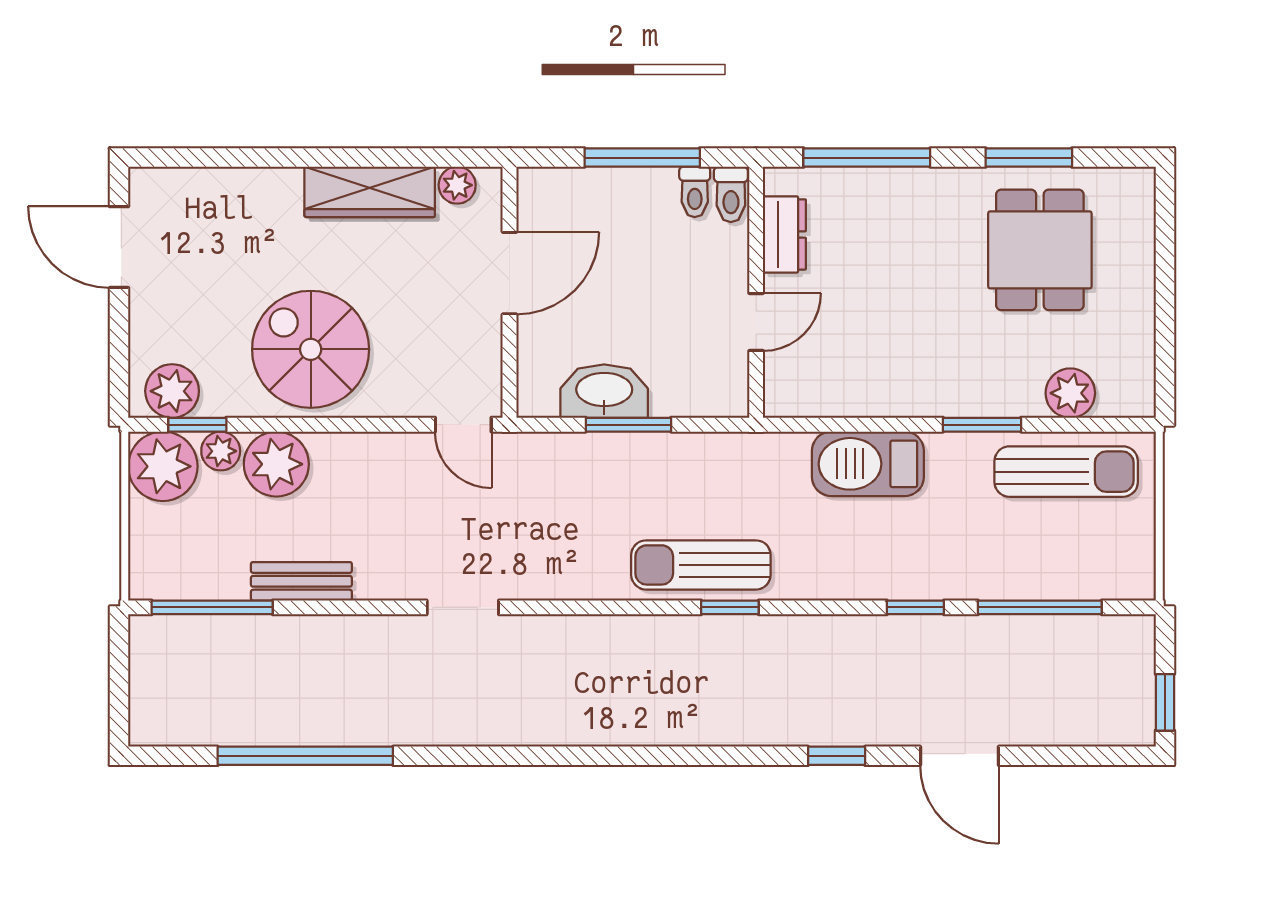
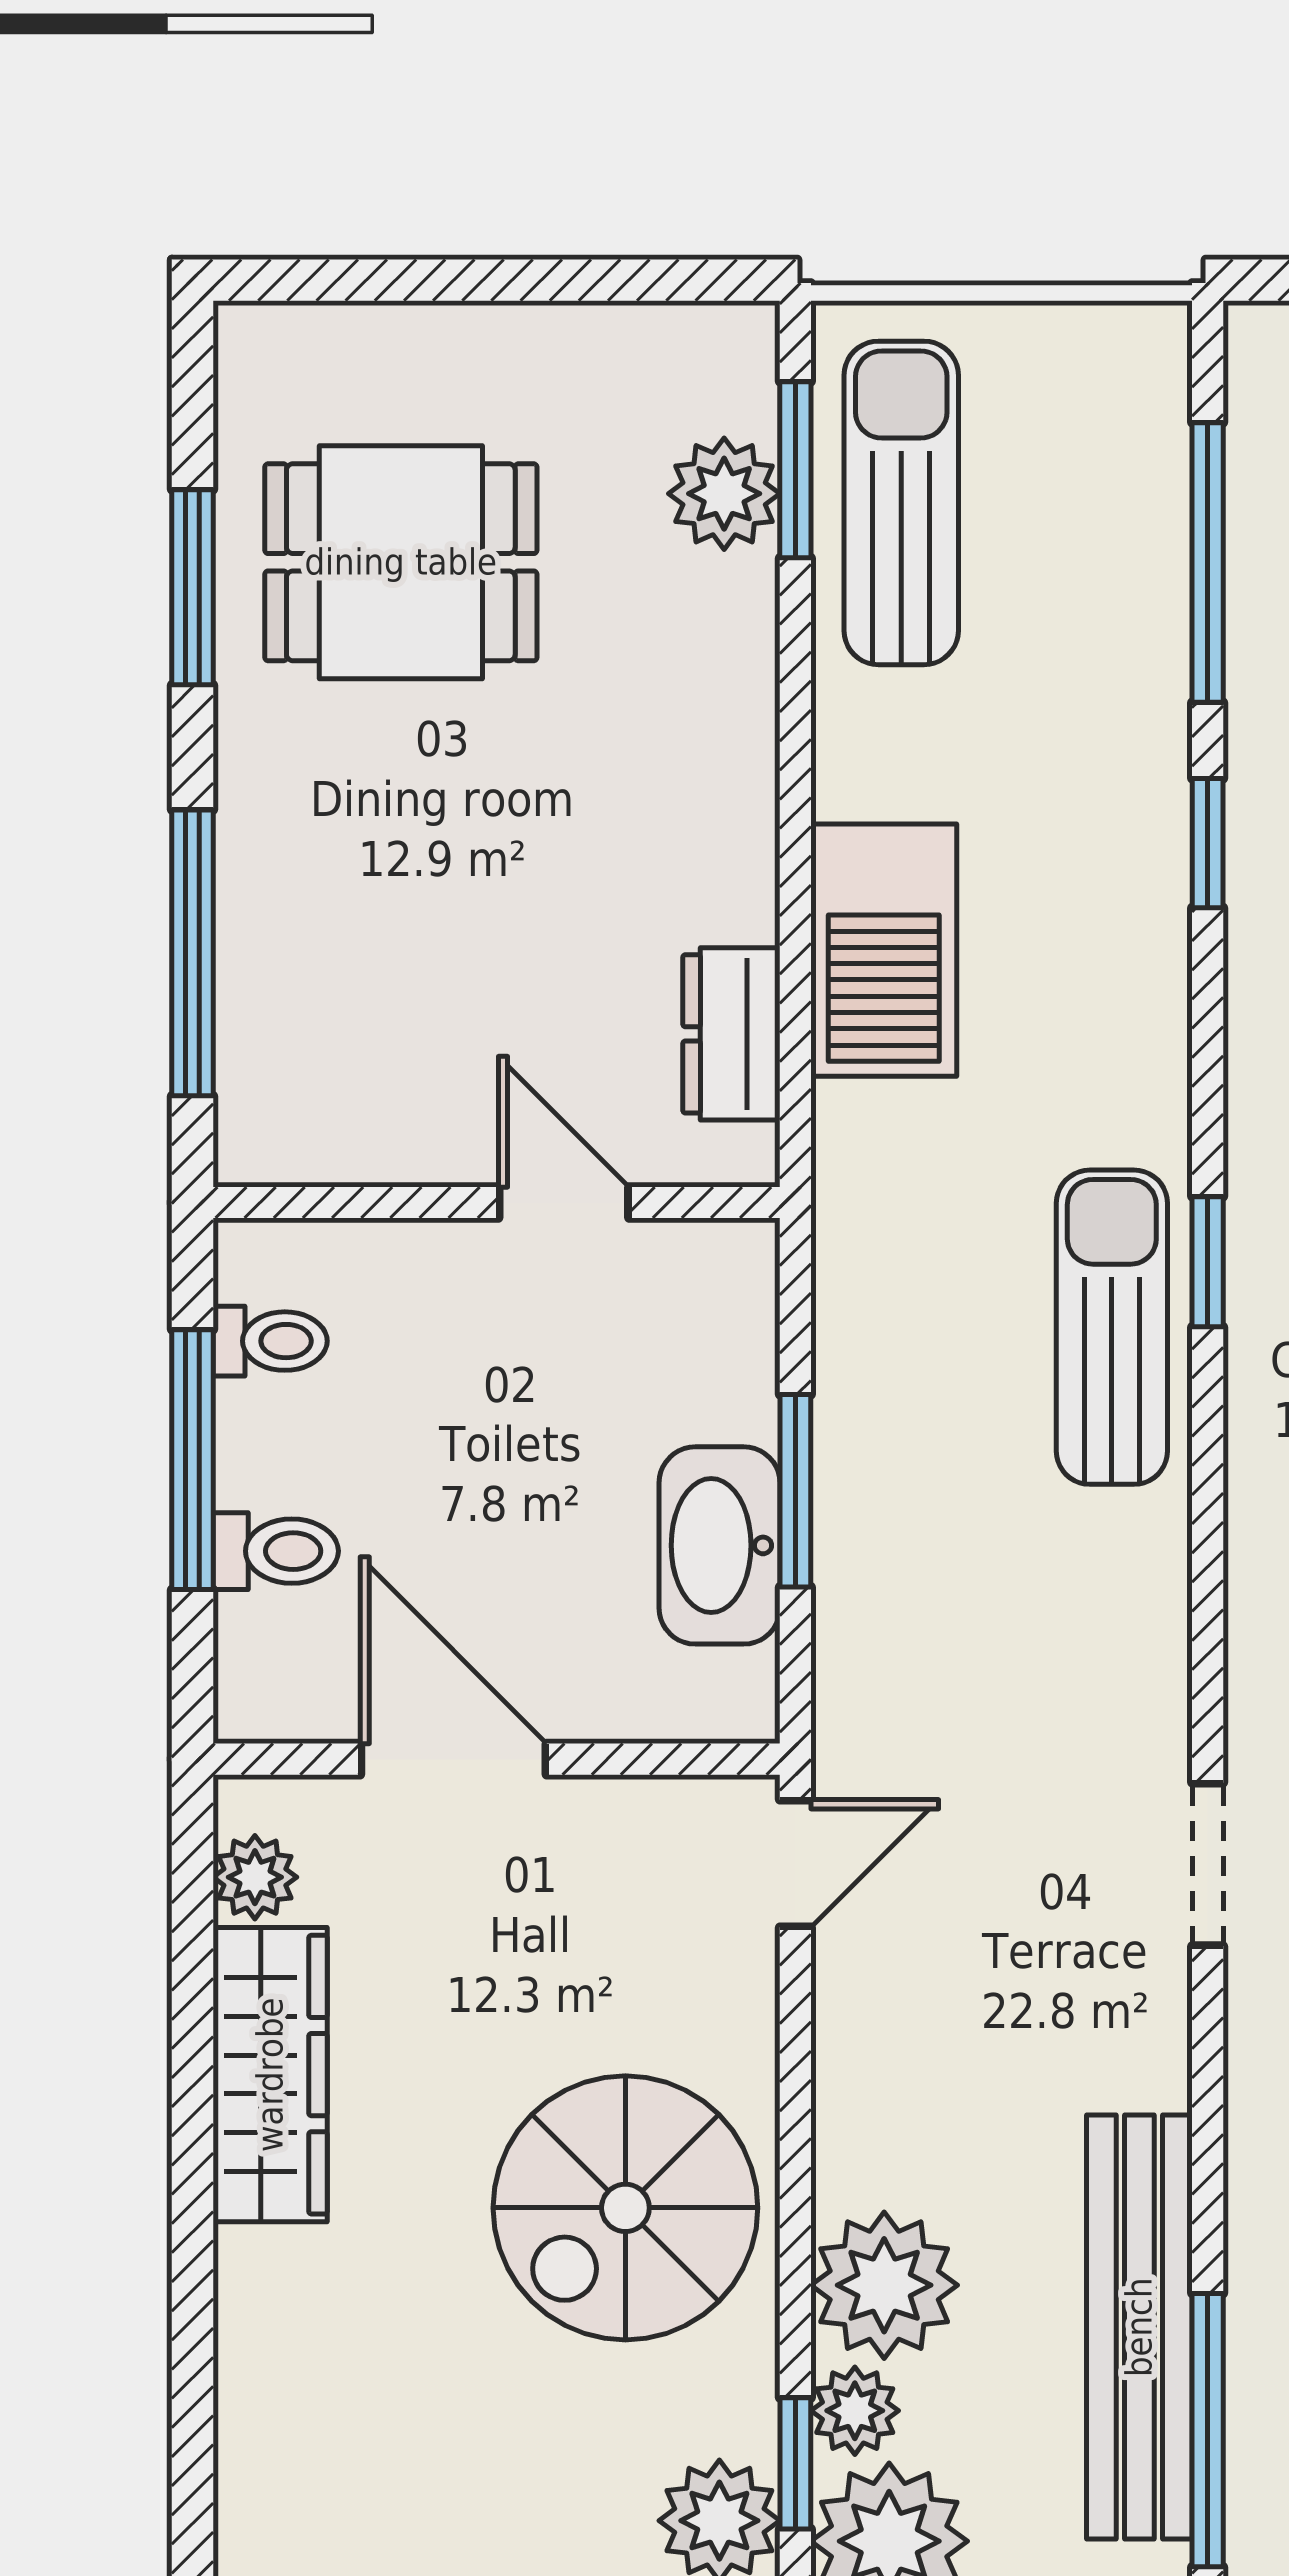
toilet: (731, 194) -> (276, 1551), moved
dresser: (784, 234) -> (731, 1034), moved, turned -90
window: (982, 425) -> (795, 470), moved
sun lounger: (701, 565) -> (1112, 1327), turned 180
bench: (301, 581) -> (1139, 2327), width x1.86, depth x1.21

